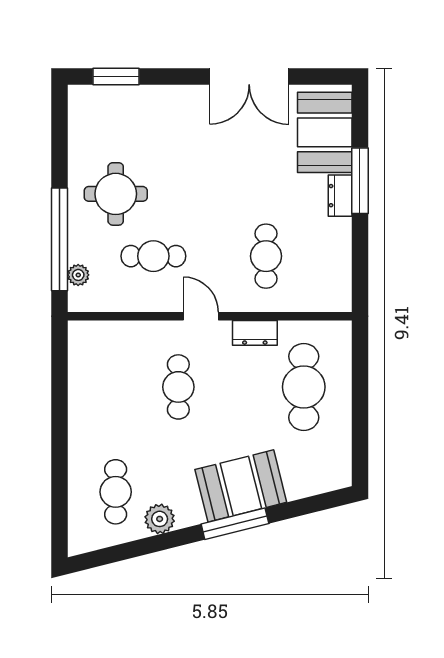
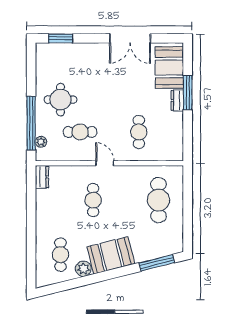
dresser: (255, 333) -> (42, 177), moved, turned -90
booth: (241, 486) -> (111, 255), moved
window: (235, 524) -> (157, 263), moved

